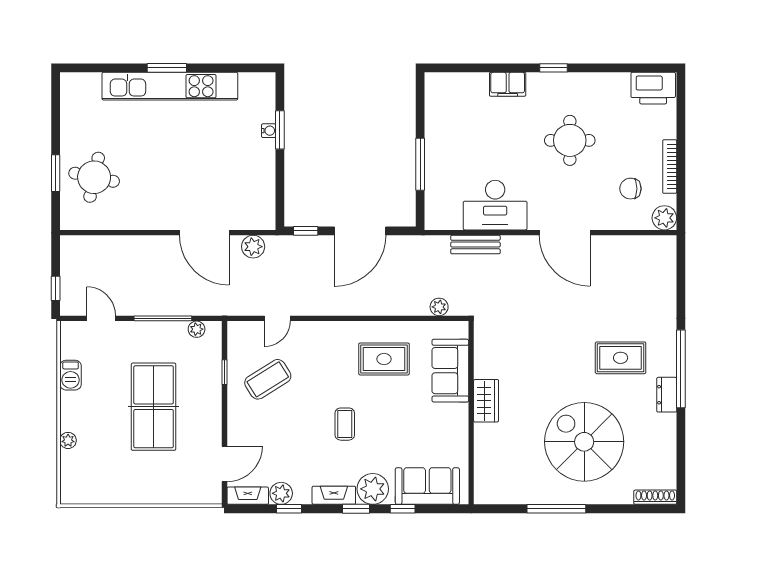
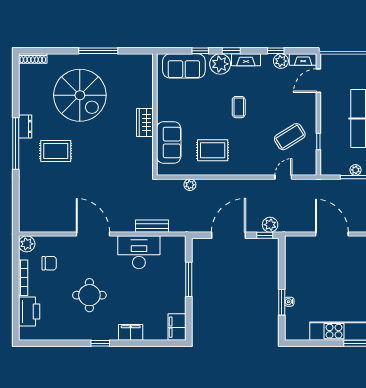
printer: (653, 88) -> (29, 312), moved, turned 90
filing cabinet: (438, 92) -> (177, 327), added
plant: (253, 247) -> (270, 225), moved
plant: (439, 307) -> (190, 185), moved
plant: (197, 329) -> (355, 170), moved

